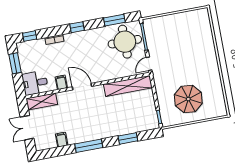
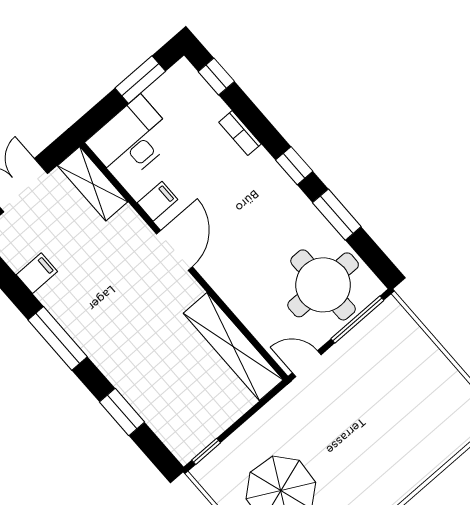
window: (114, 20) -> (337, 215), moved
desk: (35, 83) -> (132, 140), width x1.37

